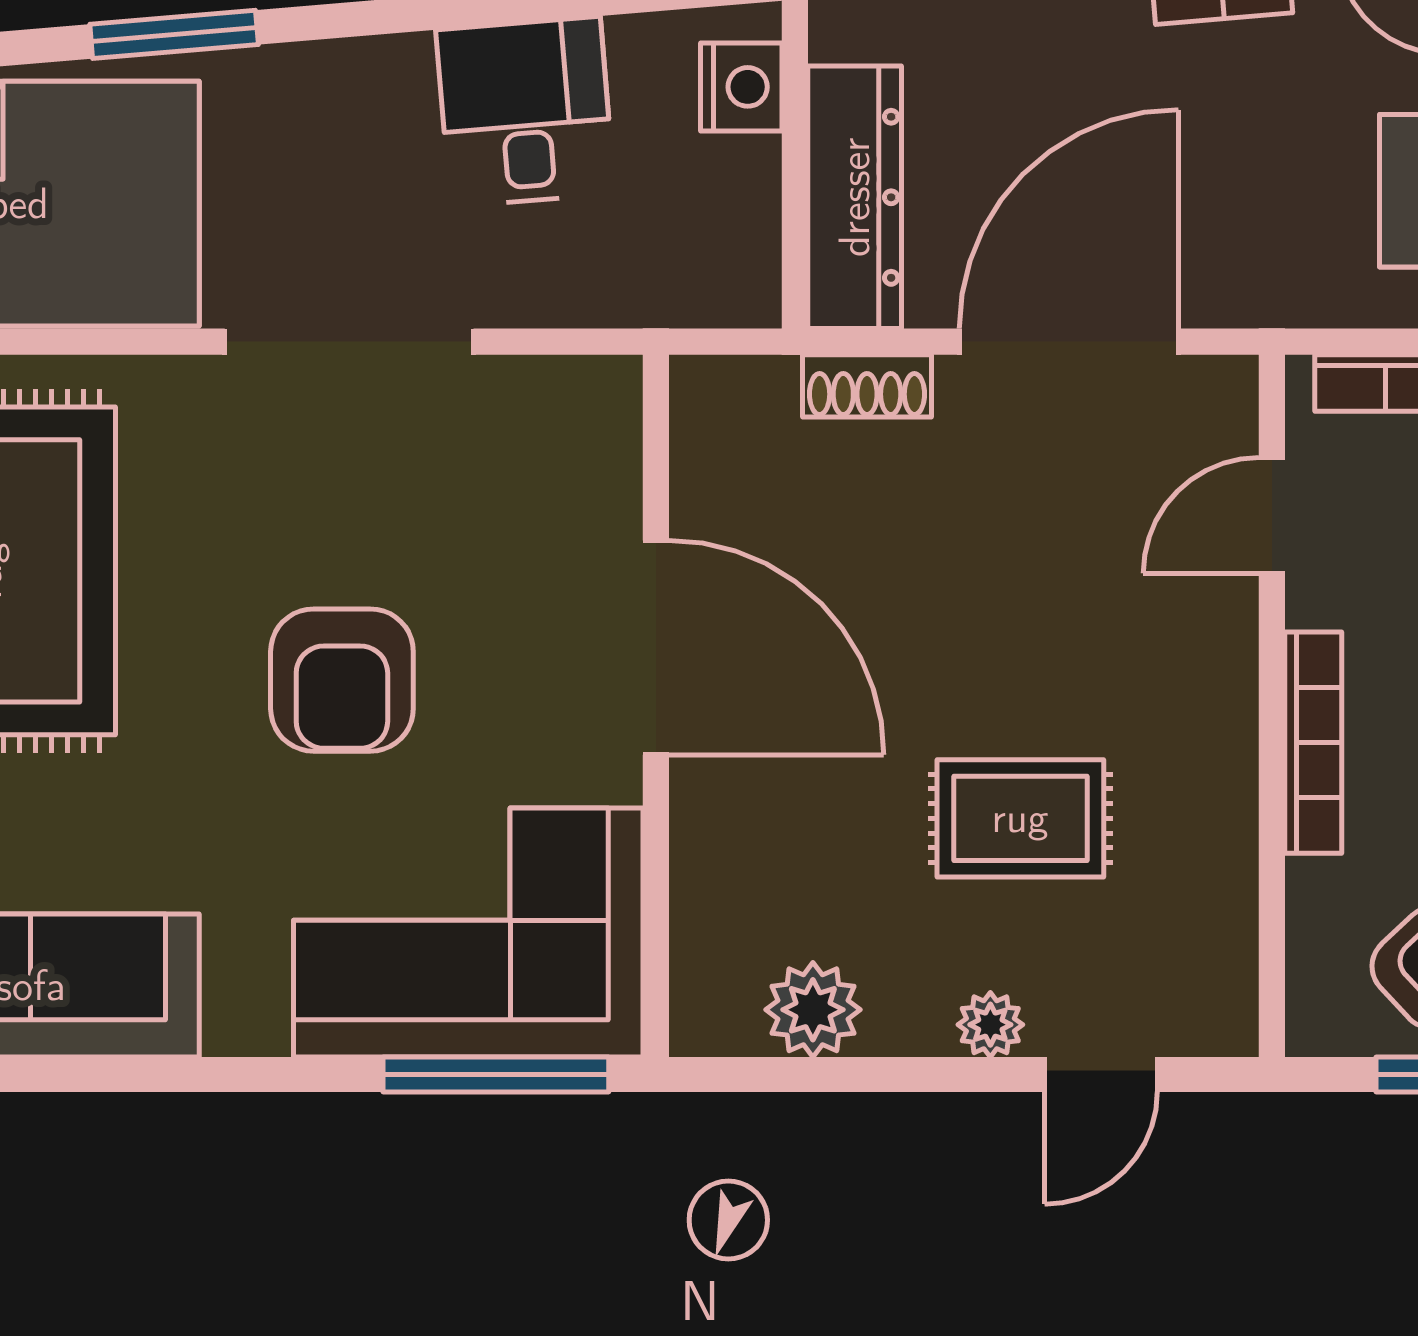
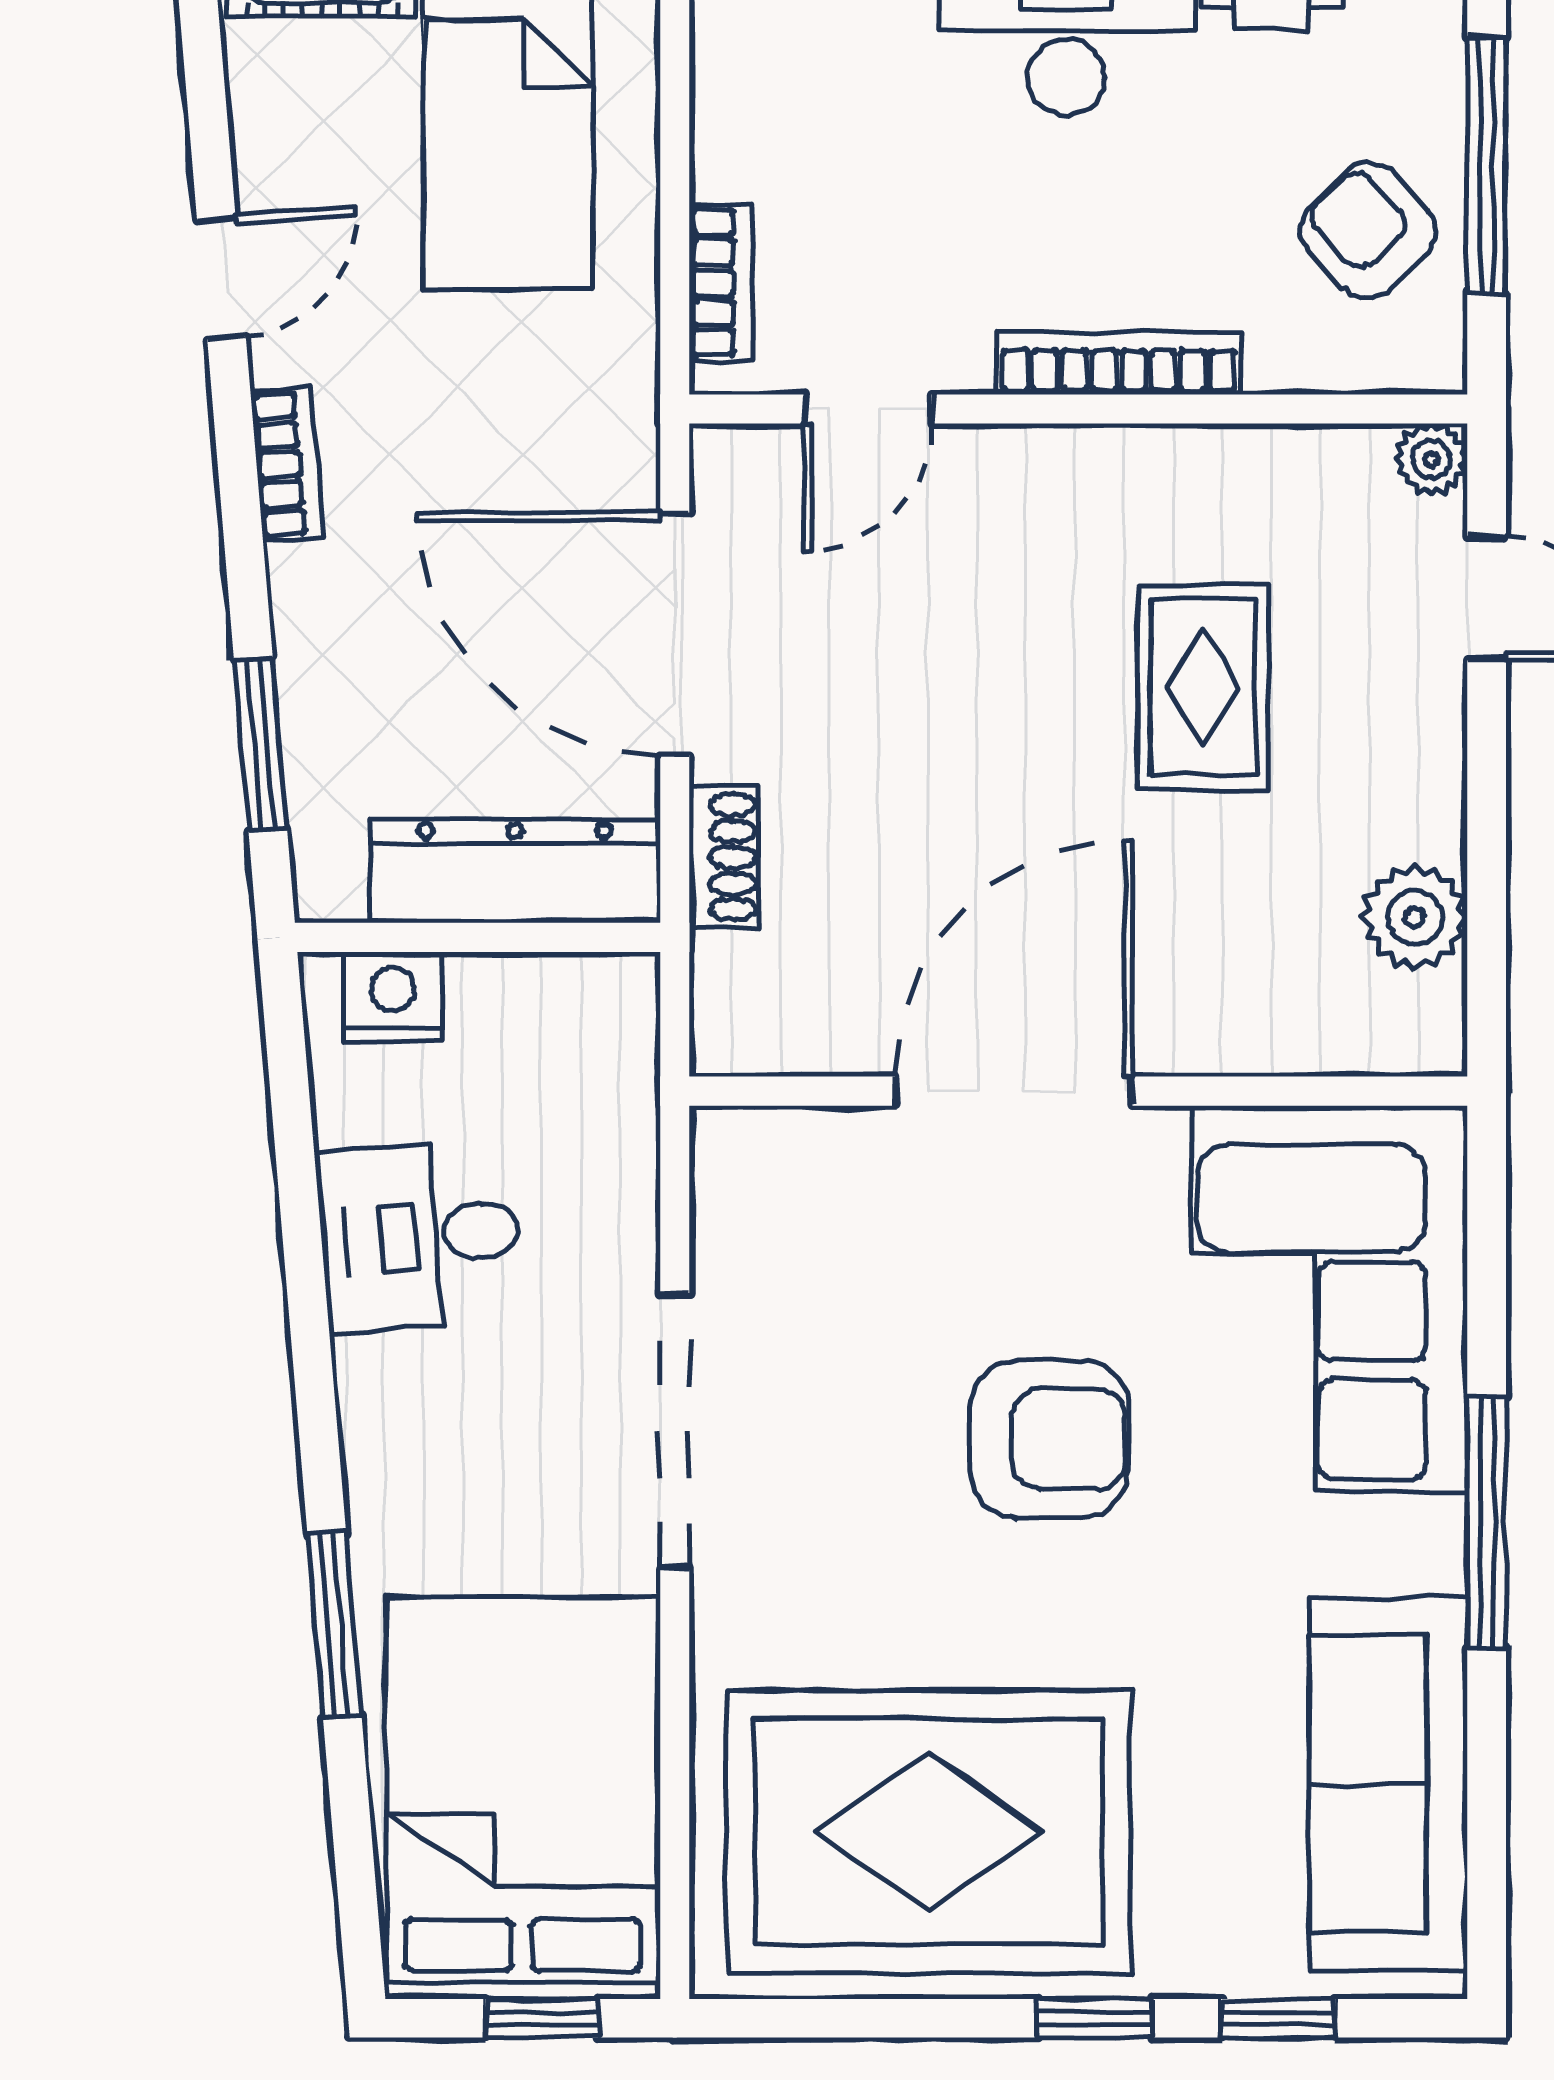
door: (1272, 516) -> (867, 409), hinge flipped
plant: (990, 1025) -> (1431, 459), moved
window: (496, 1074) -> (1487, 1522), moved

